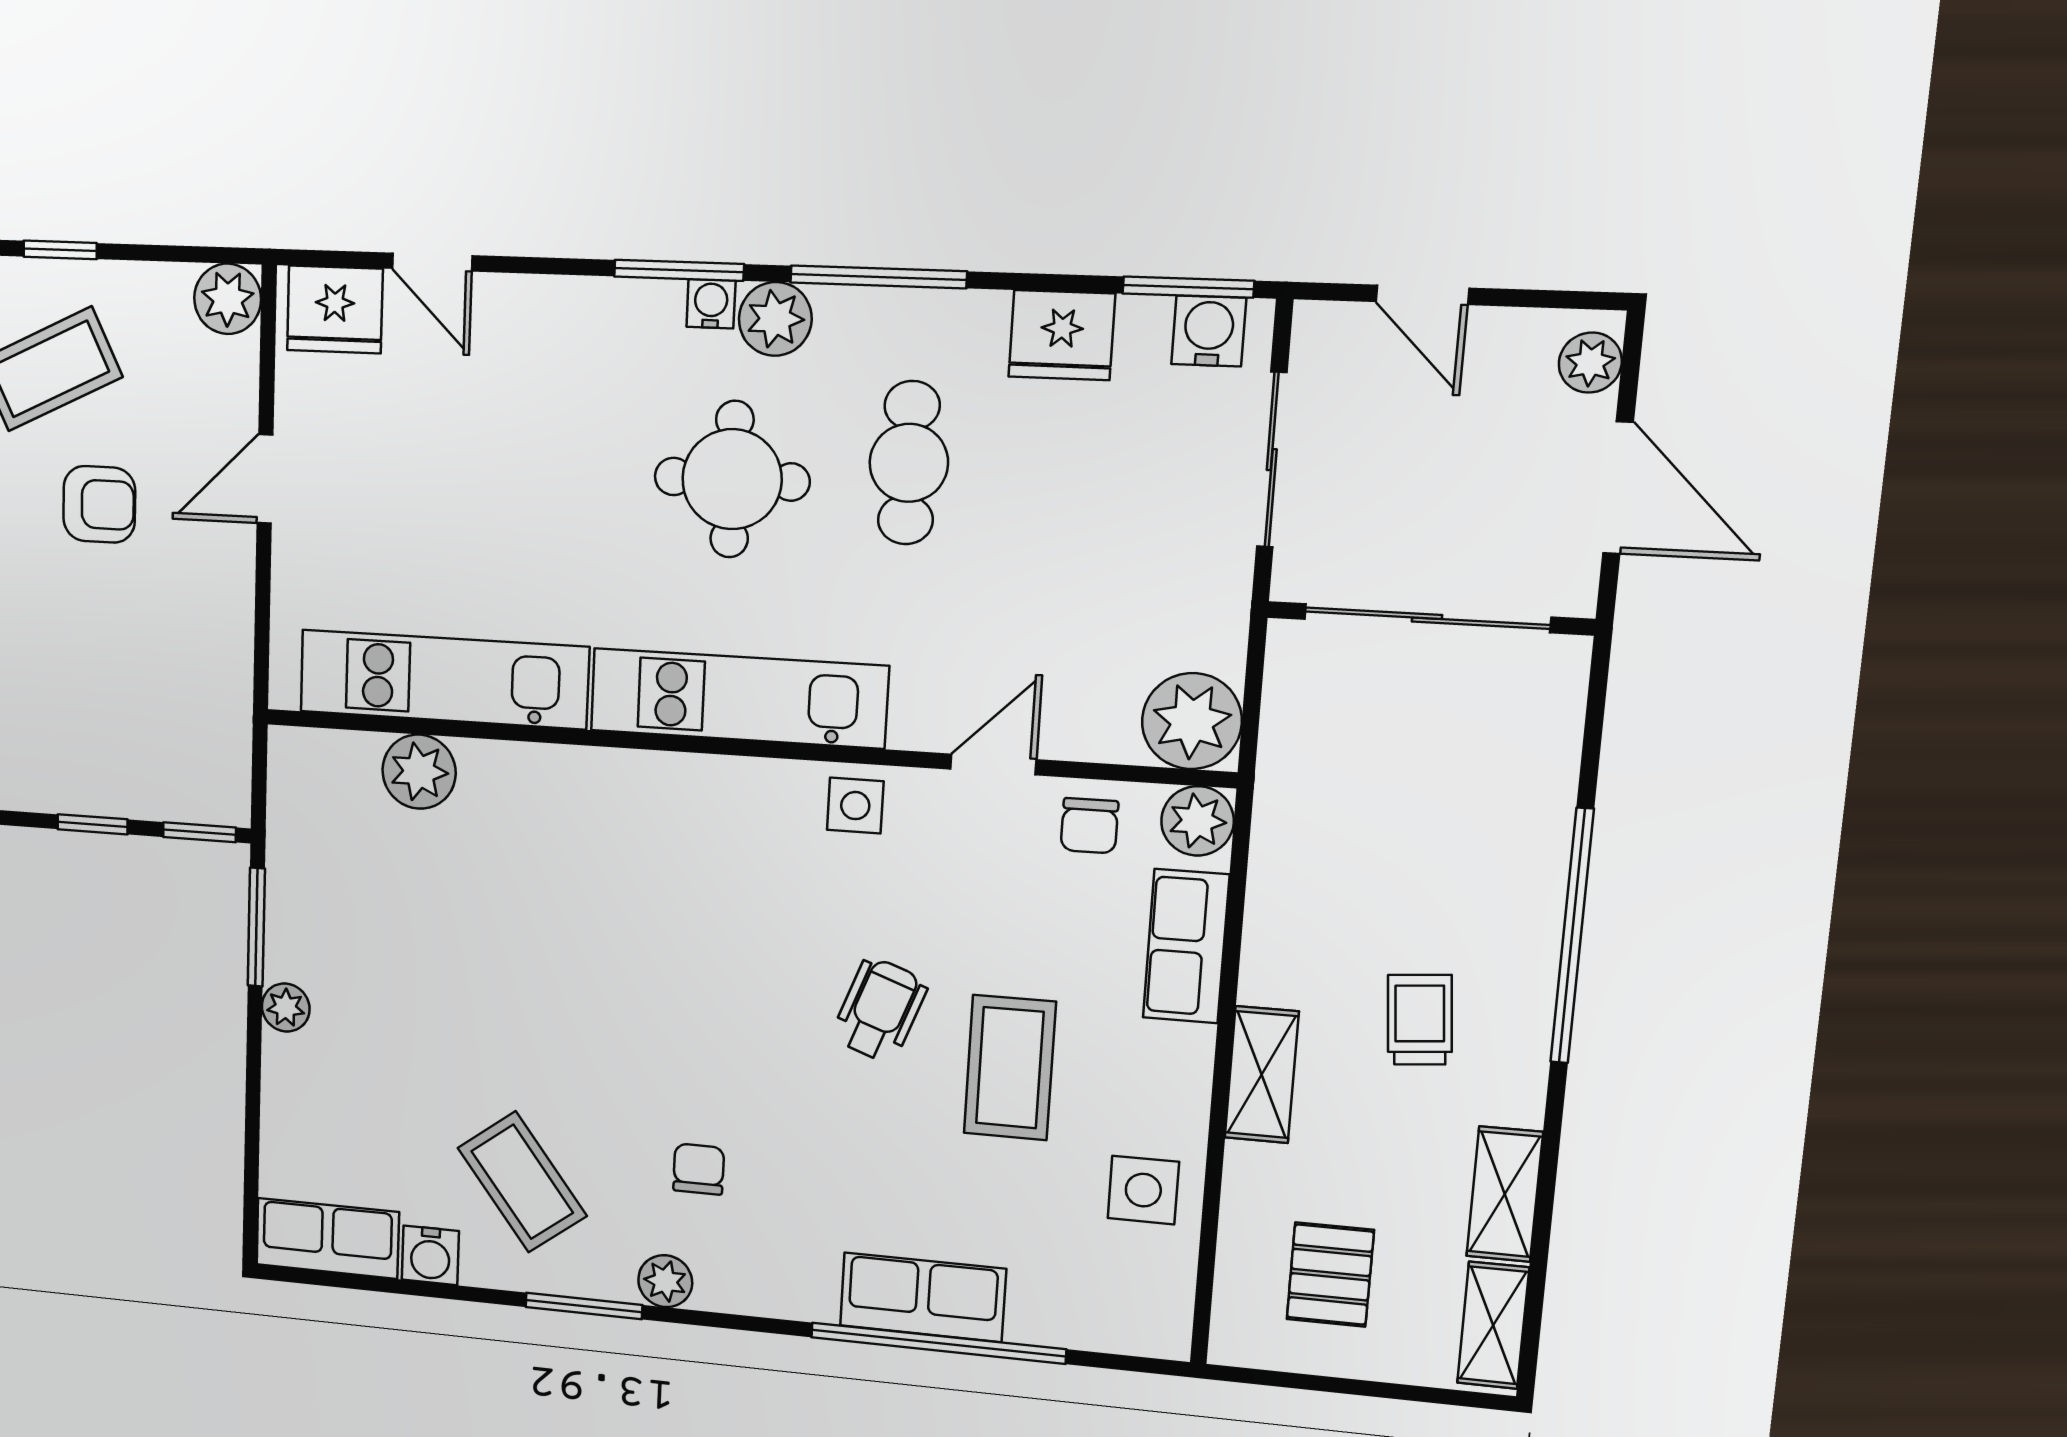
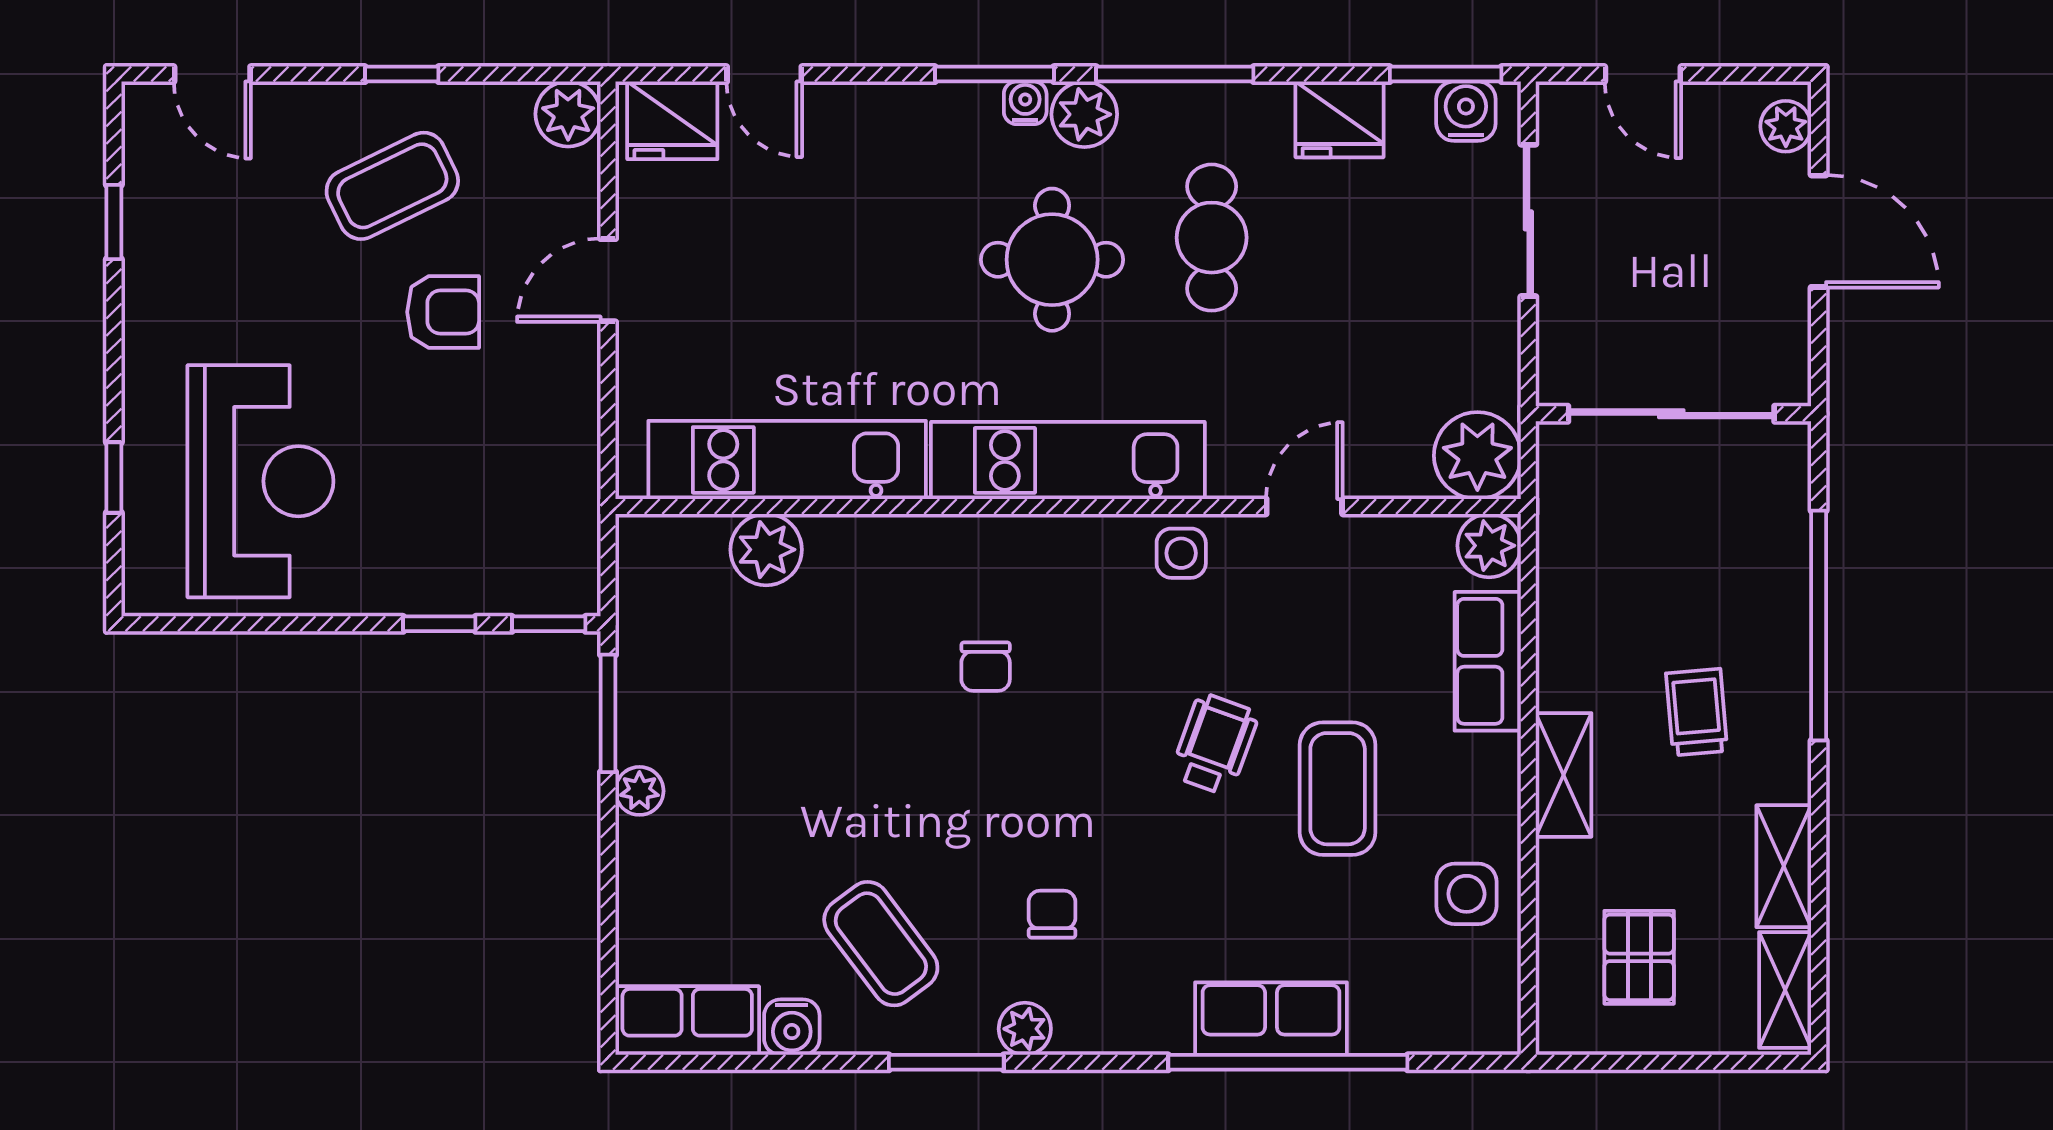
sliding door: (1427, 618) -> (1671, 414), moved
wall: (1430, 618) -> (1673, 414), moved
chair: (1089, 826) -> (986, 667), moved

